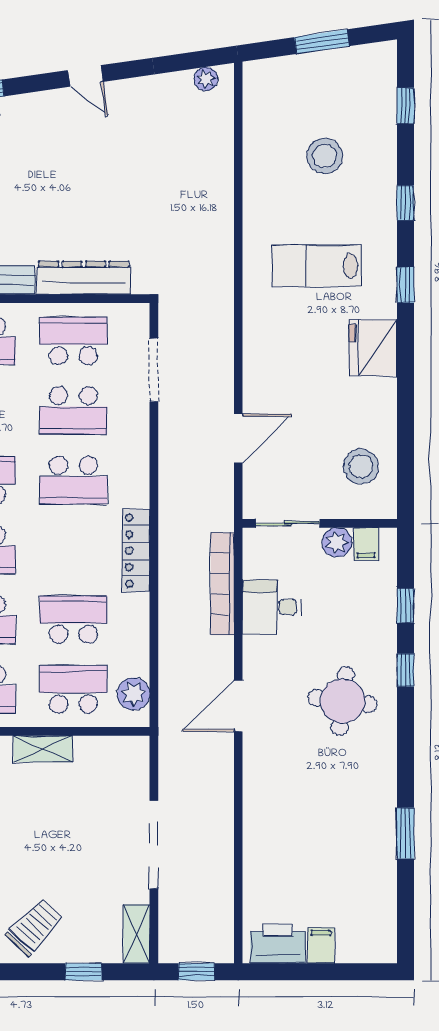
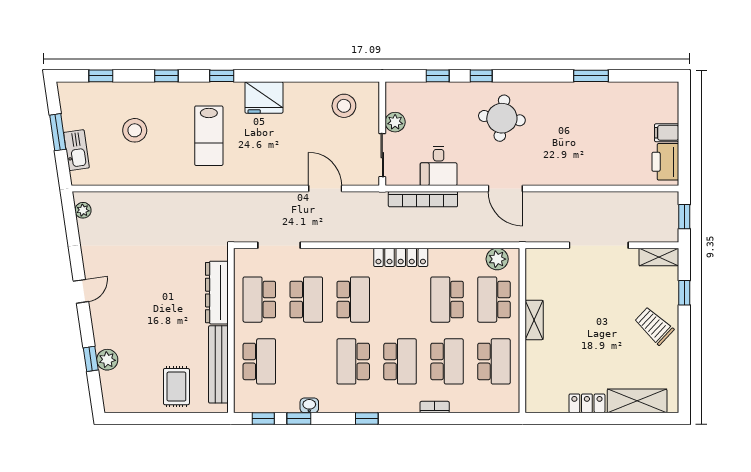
kitchen sink: (295, 69) -> (77, 150), added
filing cabinet: (366, 544) -> (396, 102), removed

